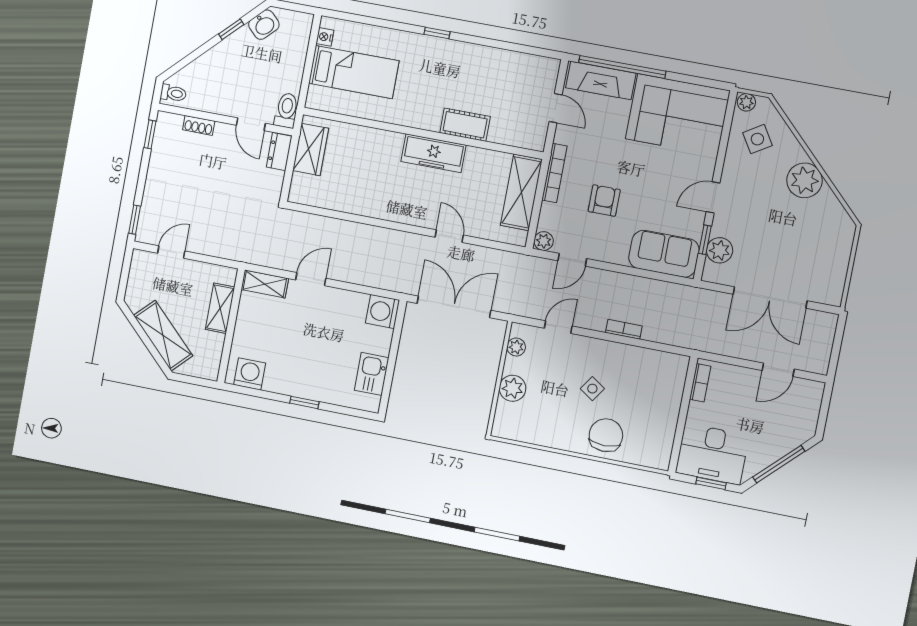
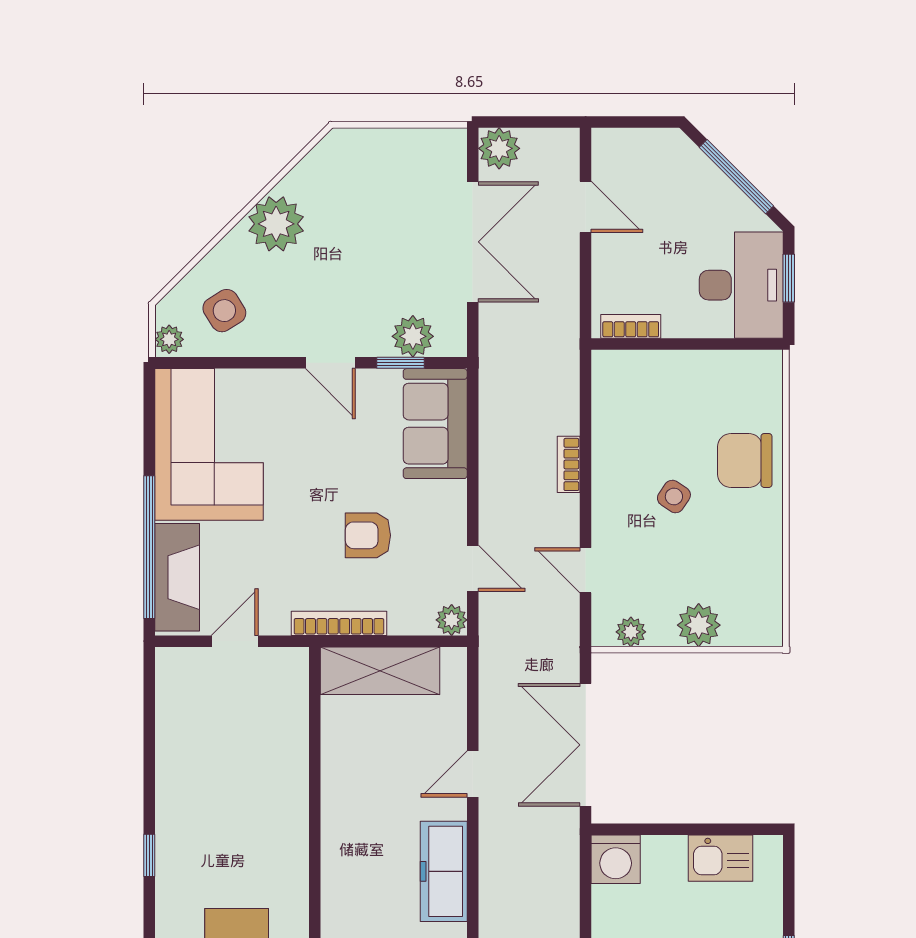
cot: (465, 125) -> (288, 782), removed
freezer: (433, 153) -> (444, 871), moved, turned 180
plant: (824, 324) -> (499, 148), added

